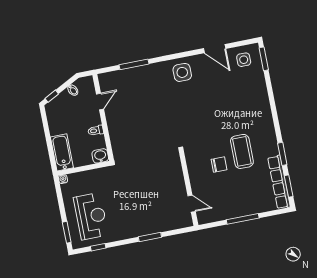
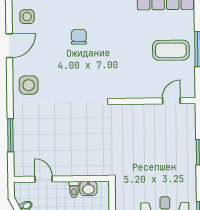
coffee table: (242, 151) -> (171, 50), moved
washbasin: (100, 156) -> (88, 188), moved, turned -90
chair: (219, 165) -> (79, 37), moved

